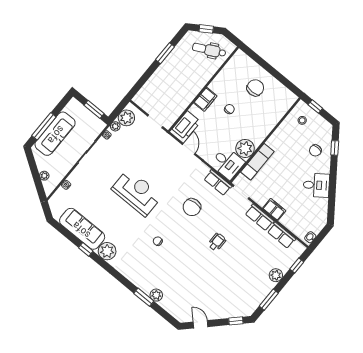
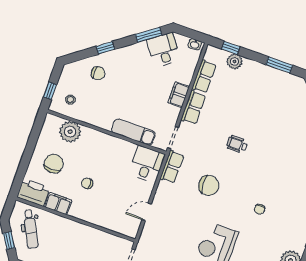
chair: (255, 88) -> (54, 164), turned 90
filing cabinet: (205, 99) -> (58, 204), moved
printer: (186, 125) -> (33, 192), moved
plant: (245, 148) -> (70, 132), moved
window: (335, 148) -> (105, 48), moved
desk: (316, 185) -> (163, 50), moved
window: (332, 203) -> (149, 35), added
plant: (276, 275) -> (235, 61), moved

